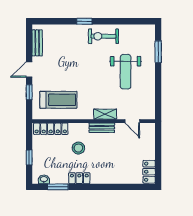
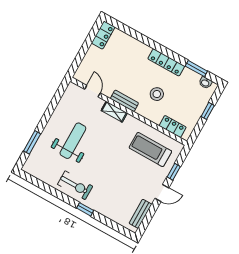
locker: (51, 129) -> (173, 126), width x0.66
locker: (79, 178) -> (166, 62), width x1.53

